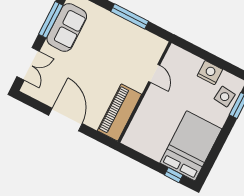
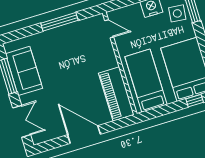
door: (154, 73) -> (109, 29), moved
bed: (152, 124) -> (146, 81), added

